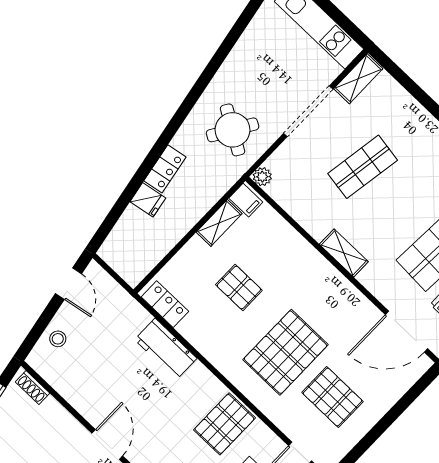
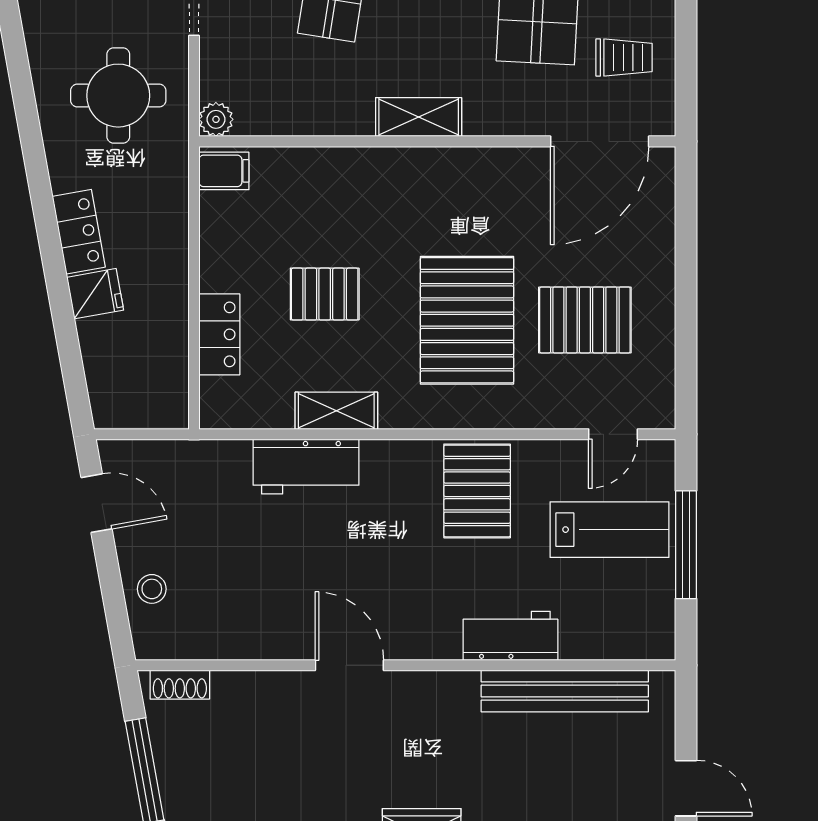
round table: (233, 130) -> (118, 96), turned -31
shelving: (219, 223) -> (336, 411), moved, turned 90
locker: (165, 304) -> (219, 334), moved, turned 90

